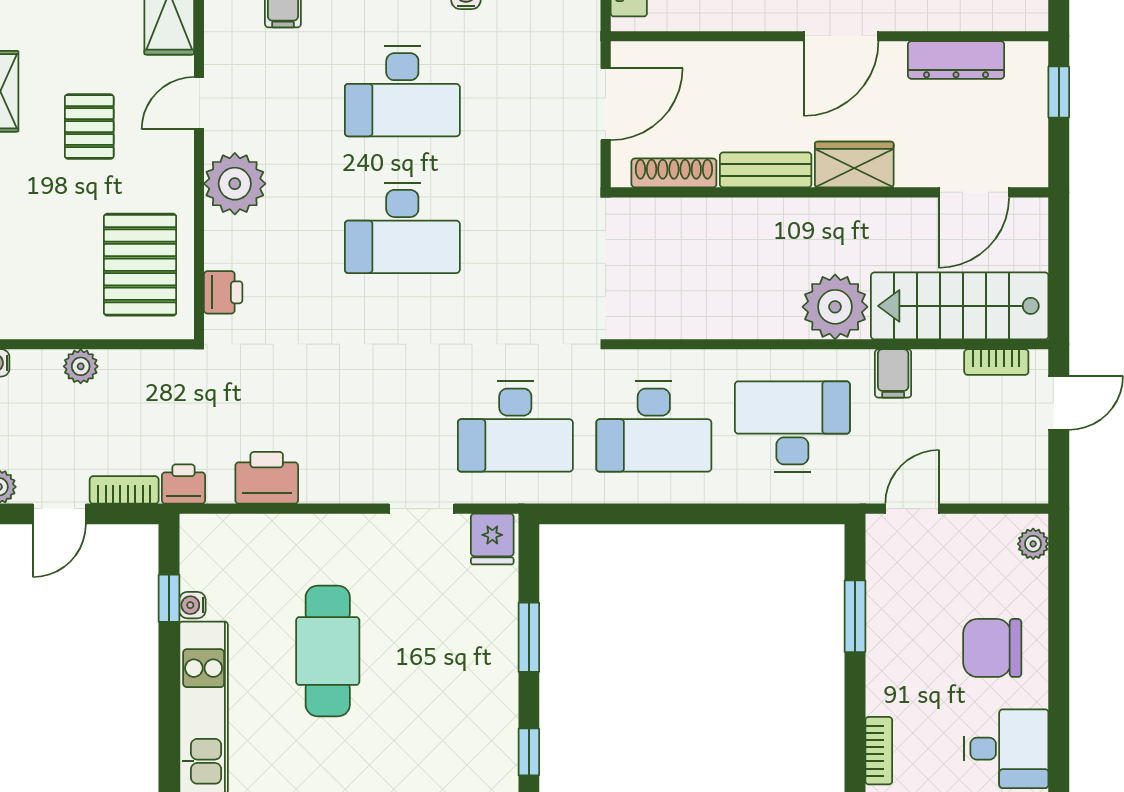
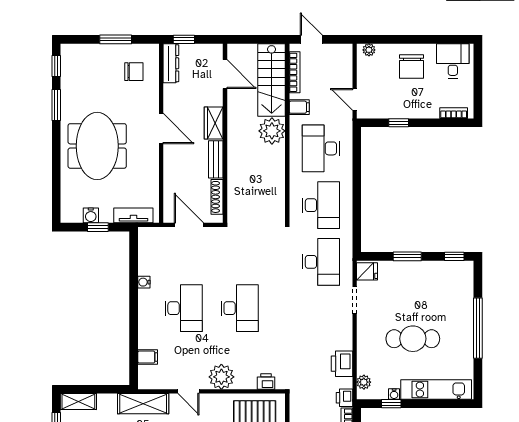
dresser: (956, 60) -> (171, 63), moved
bookcase: (996, 362) -> (295, 72), width x1.56
plant: (222, 531) -> (364, 382), added
window: (855, 616) -> (399, 123), width x0.67

